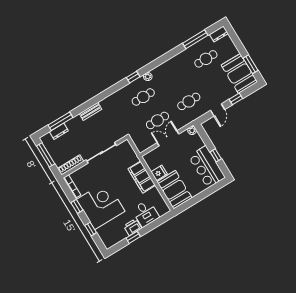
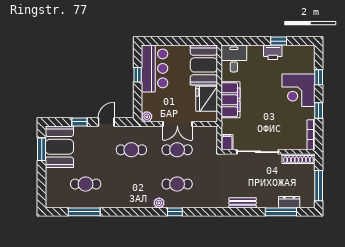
dresser: (219, 34) -> (56, 202), removed
filing cabinet: (126, 147) -> (227, 142), added
fridge: (159, 173) -> (207, 99), width x1.88, depth x1.34
corner desk: (101, 205) -> (298, 90), width x0.74, depth x0.74
desk: (146, 213) -> (234, 58), moved

